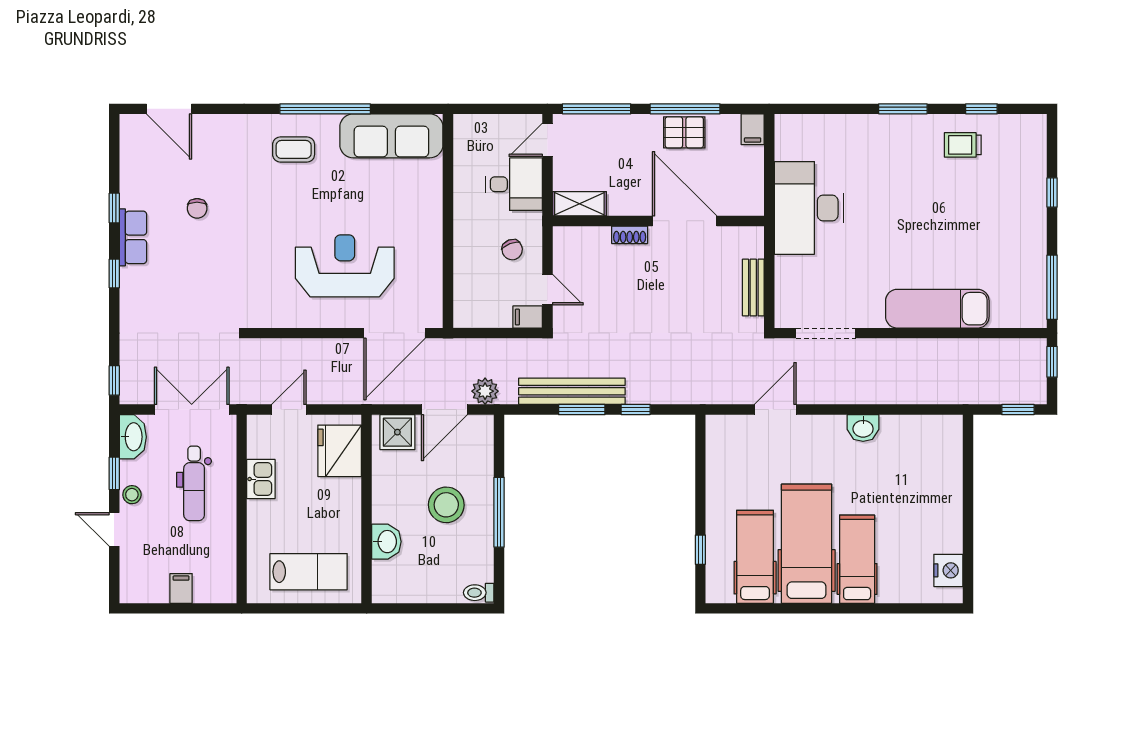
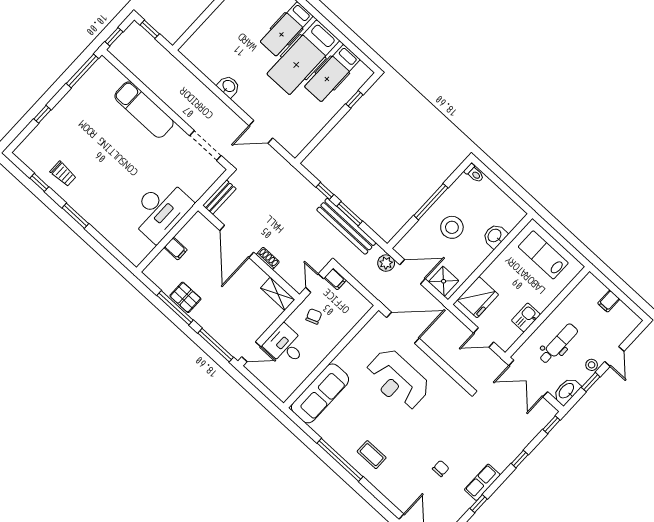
filing cabinet: (753, 129) -> (176, 249), moved, turned 90
sofa: (391, 136) -> (320, 393), moved, turned 90
shelving: (579, 204) -> (278, 294), moved
wall: (658, 221) -> (249, 253), moved
door: (685, 221) -> (237, 241), moved
shoe rack: (630, 235) -> (268, 258), moved
window: (114, 273) -> (520, 459), moved

